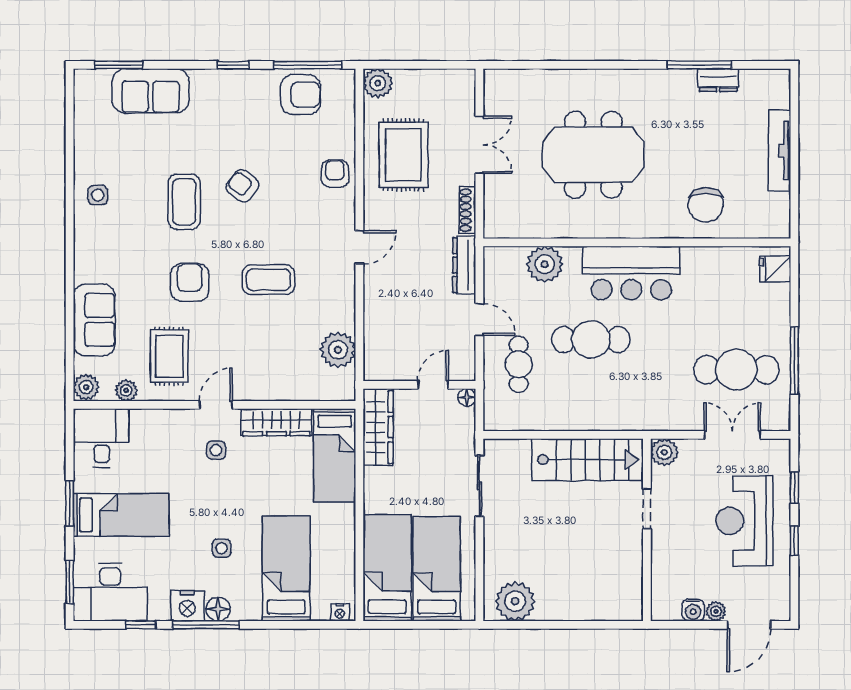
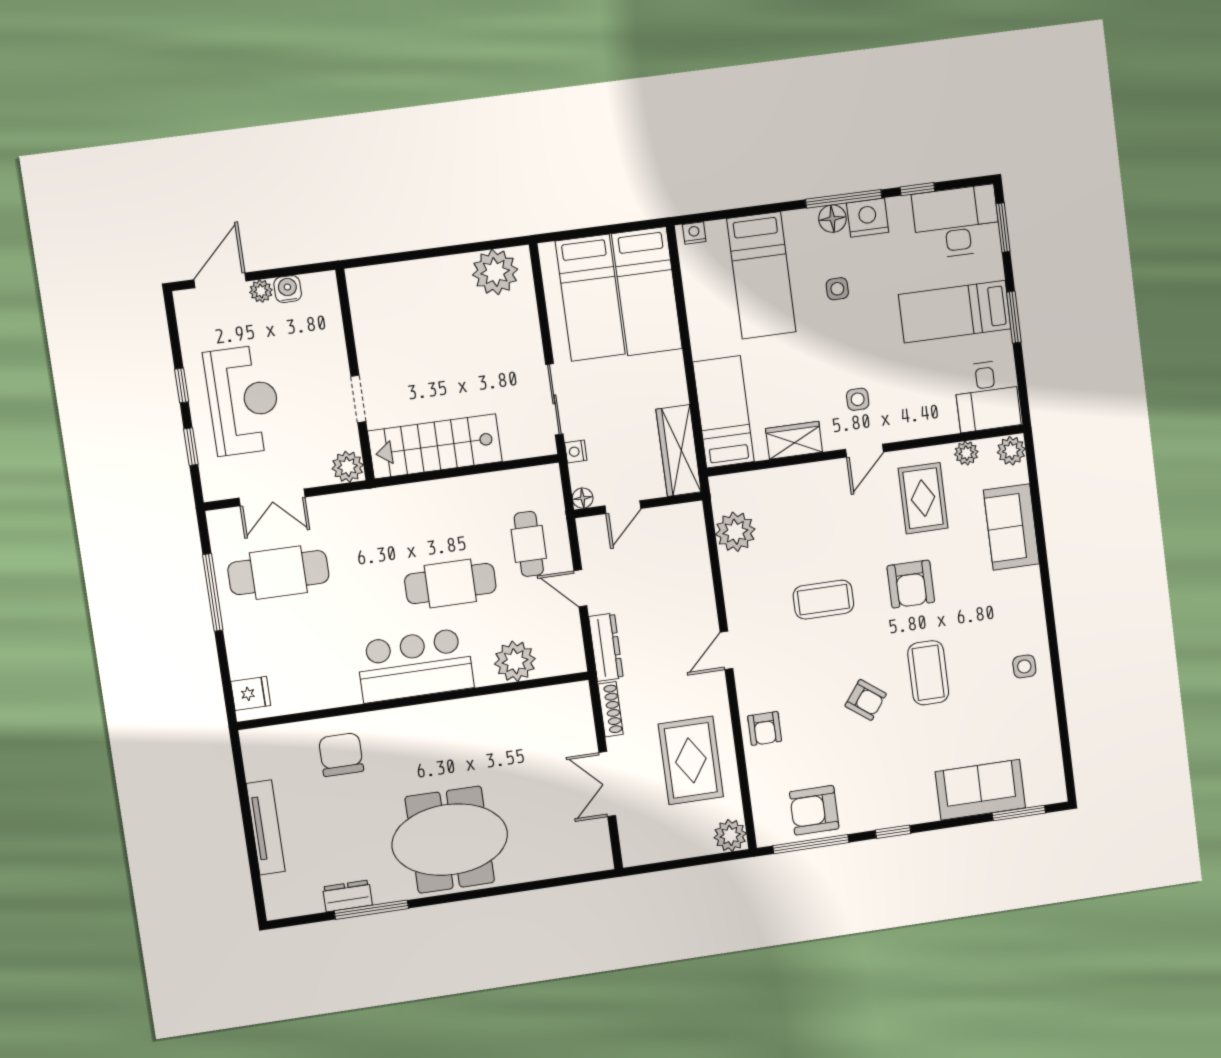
meeting table: (593, 155) -> (450, 840), moved
wardrobe: (276, 422) -> (794, 440), width x0.67
nightstand: (467, 439) -> (576, 452), added

